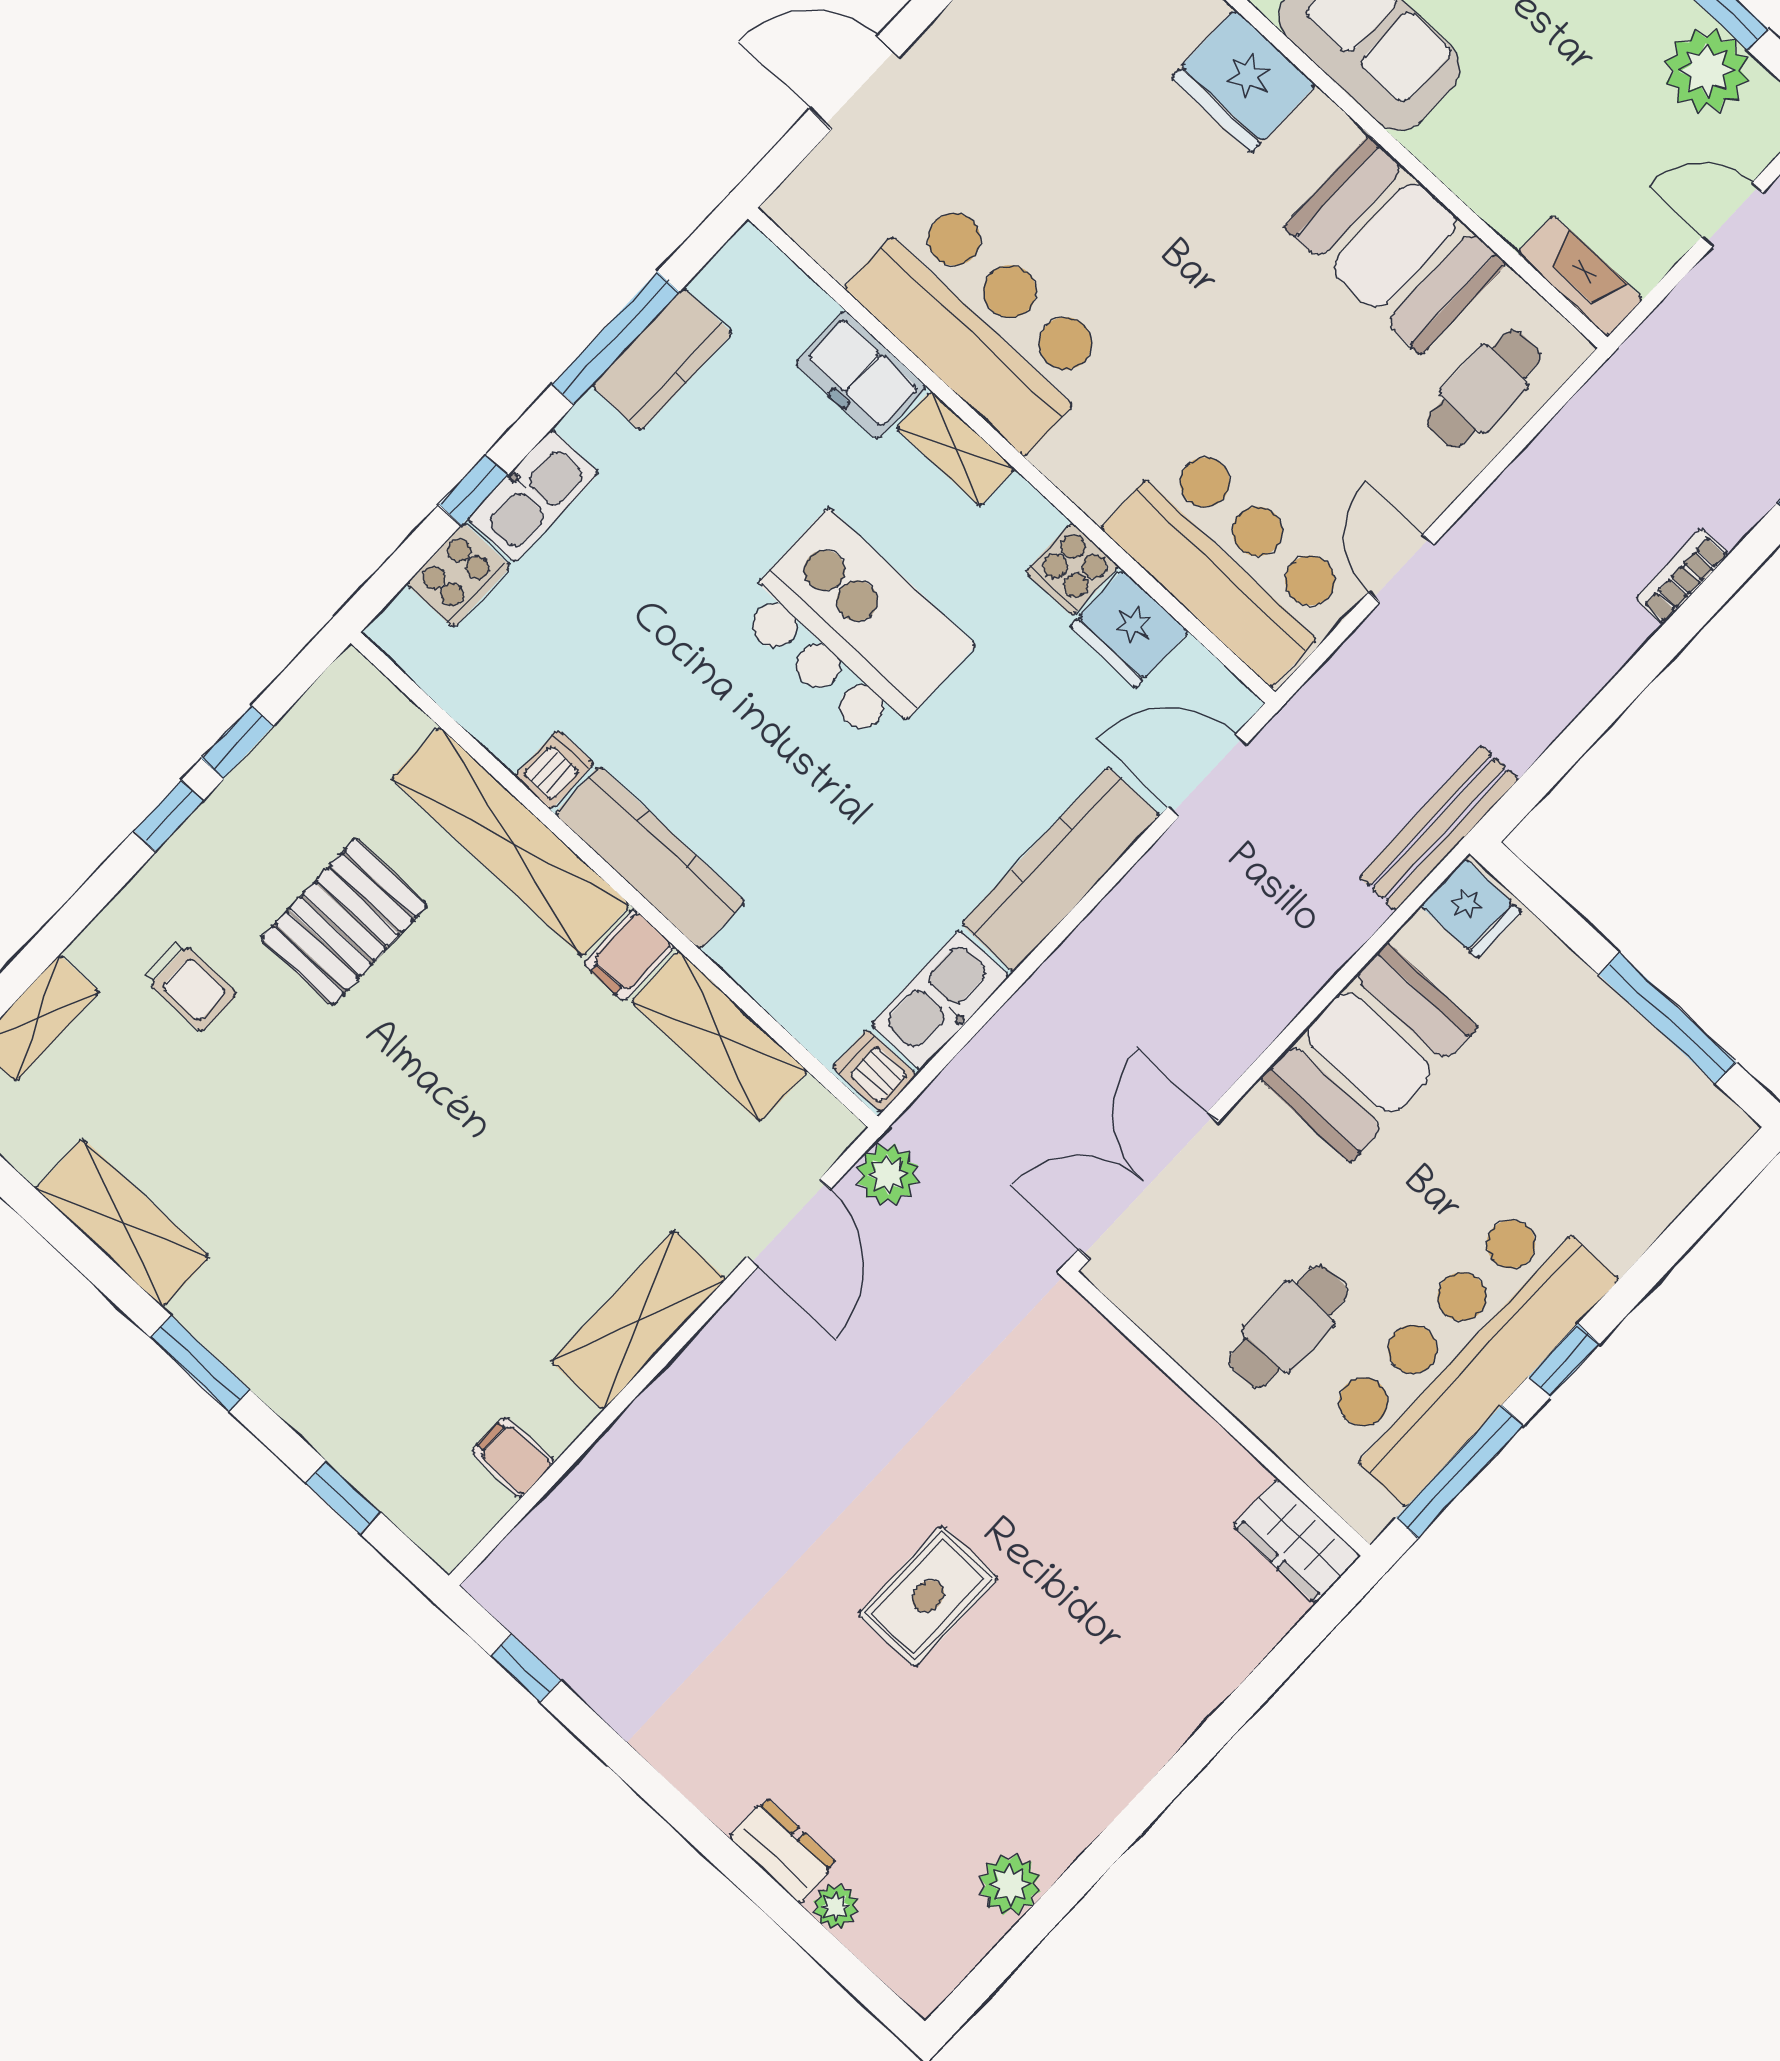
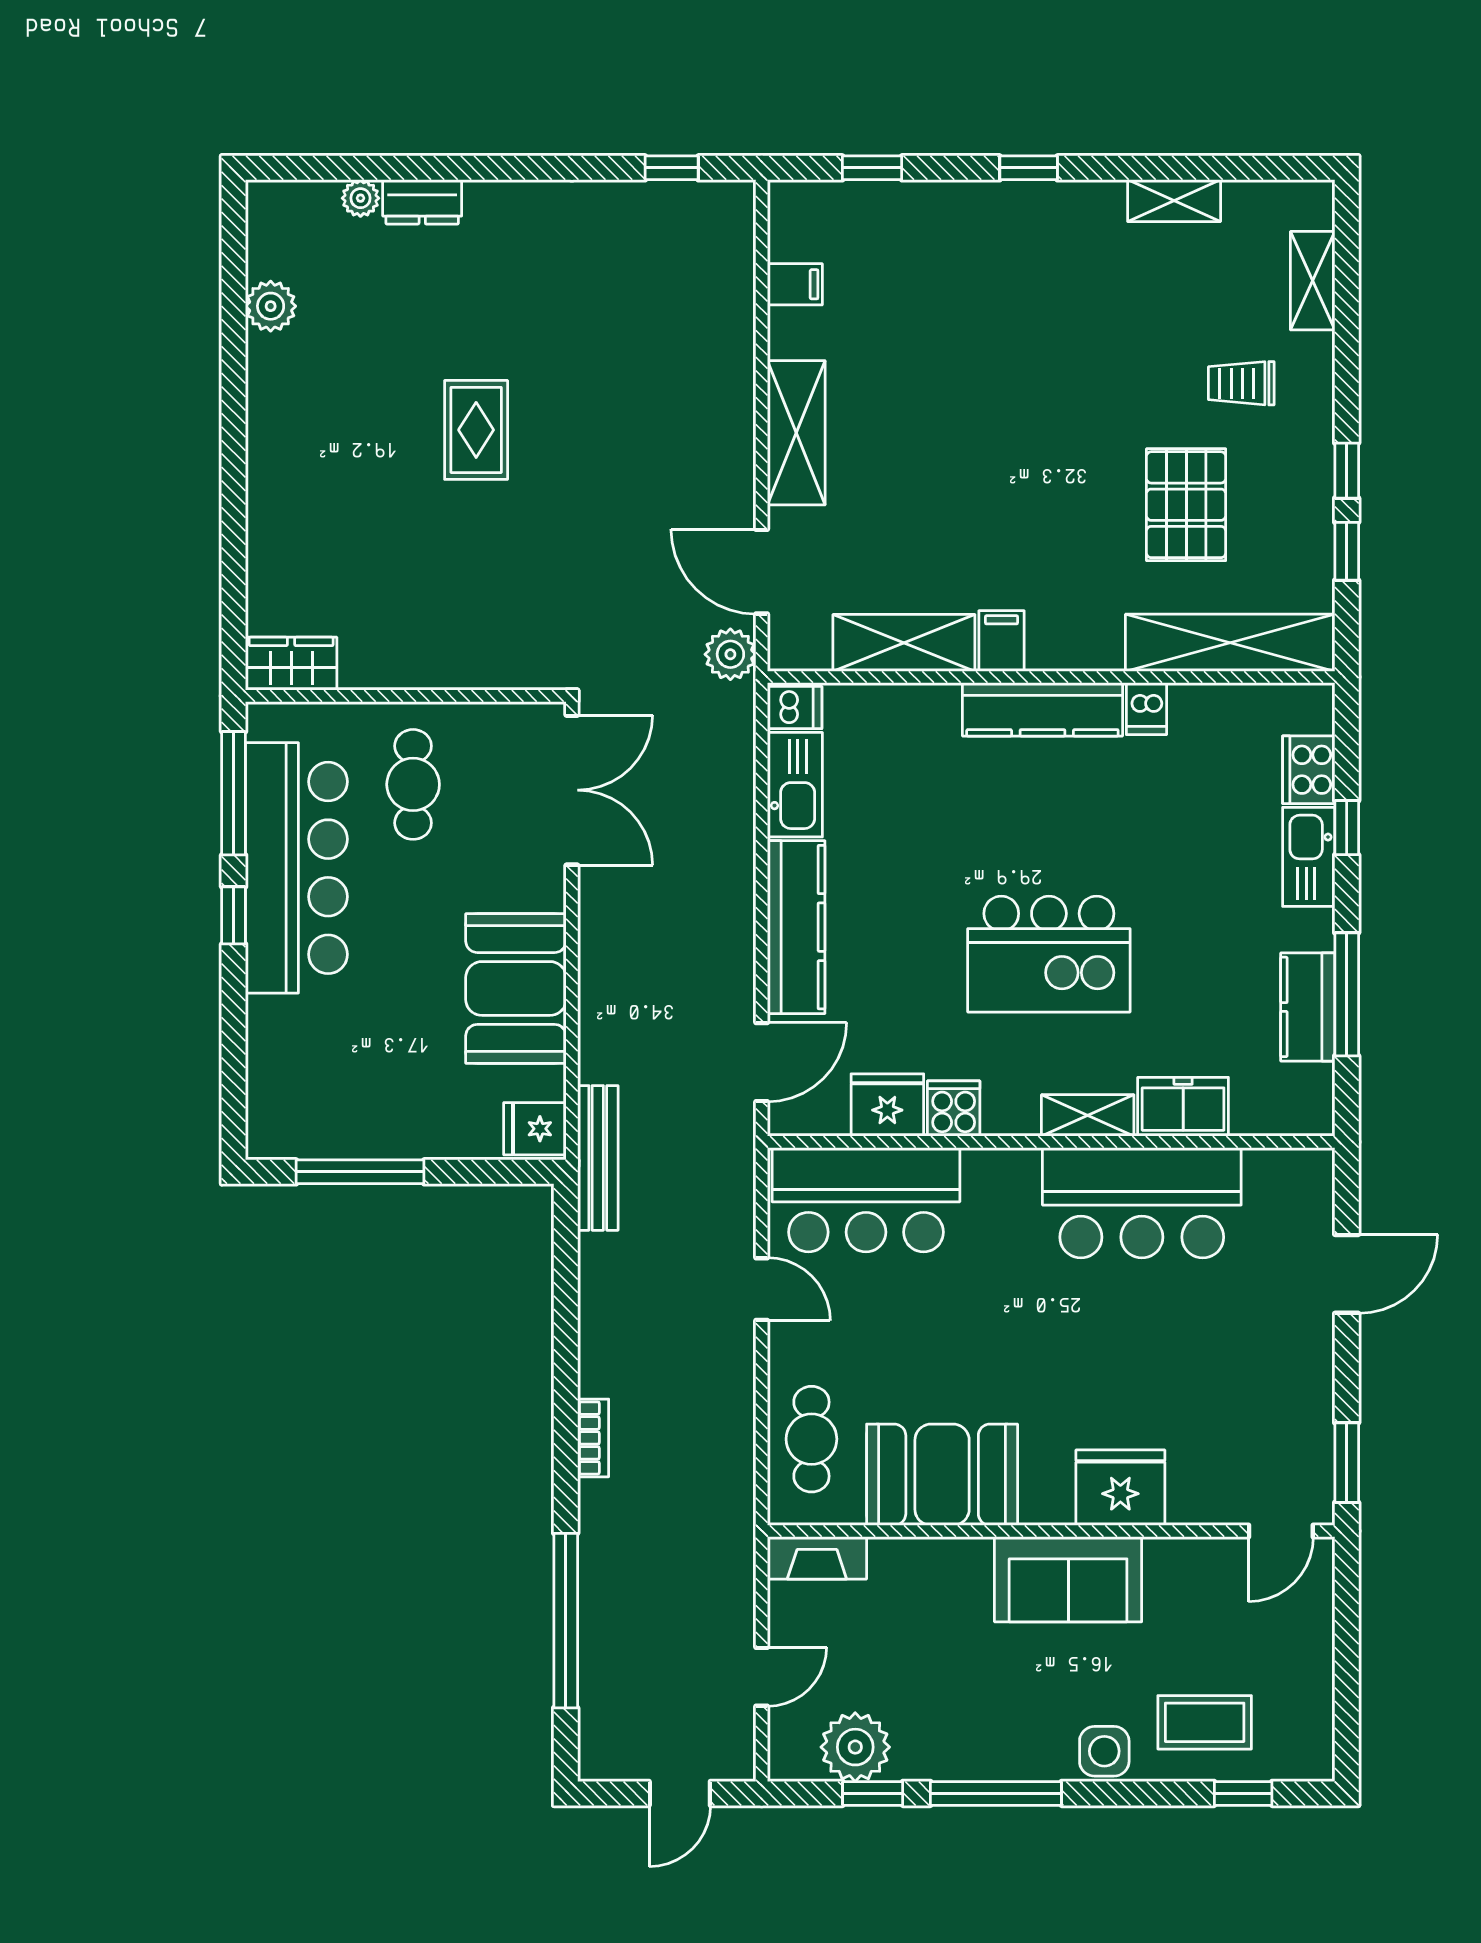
shelving: (511, 841) -> (1230, 643), moved
shelving: (123, 1223) -> (1174, 201), width x0.67, depth x0.75
window: (200, 1364) -> (1029, 168), width x0.67

